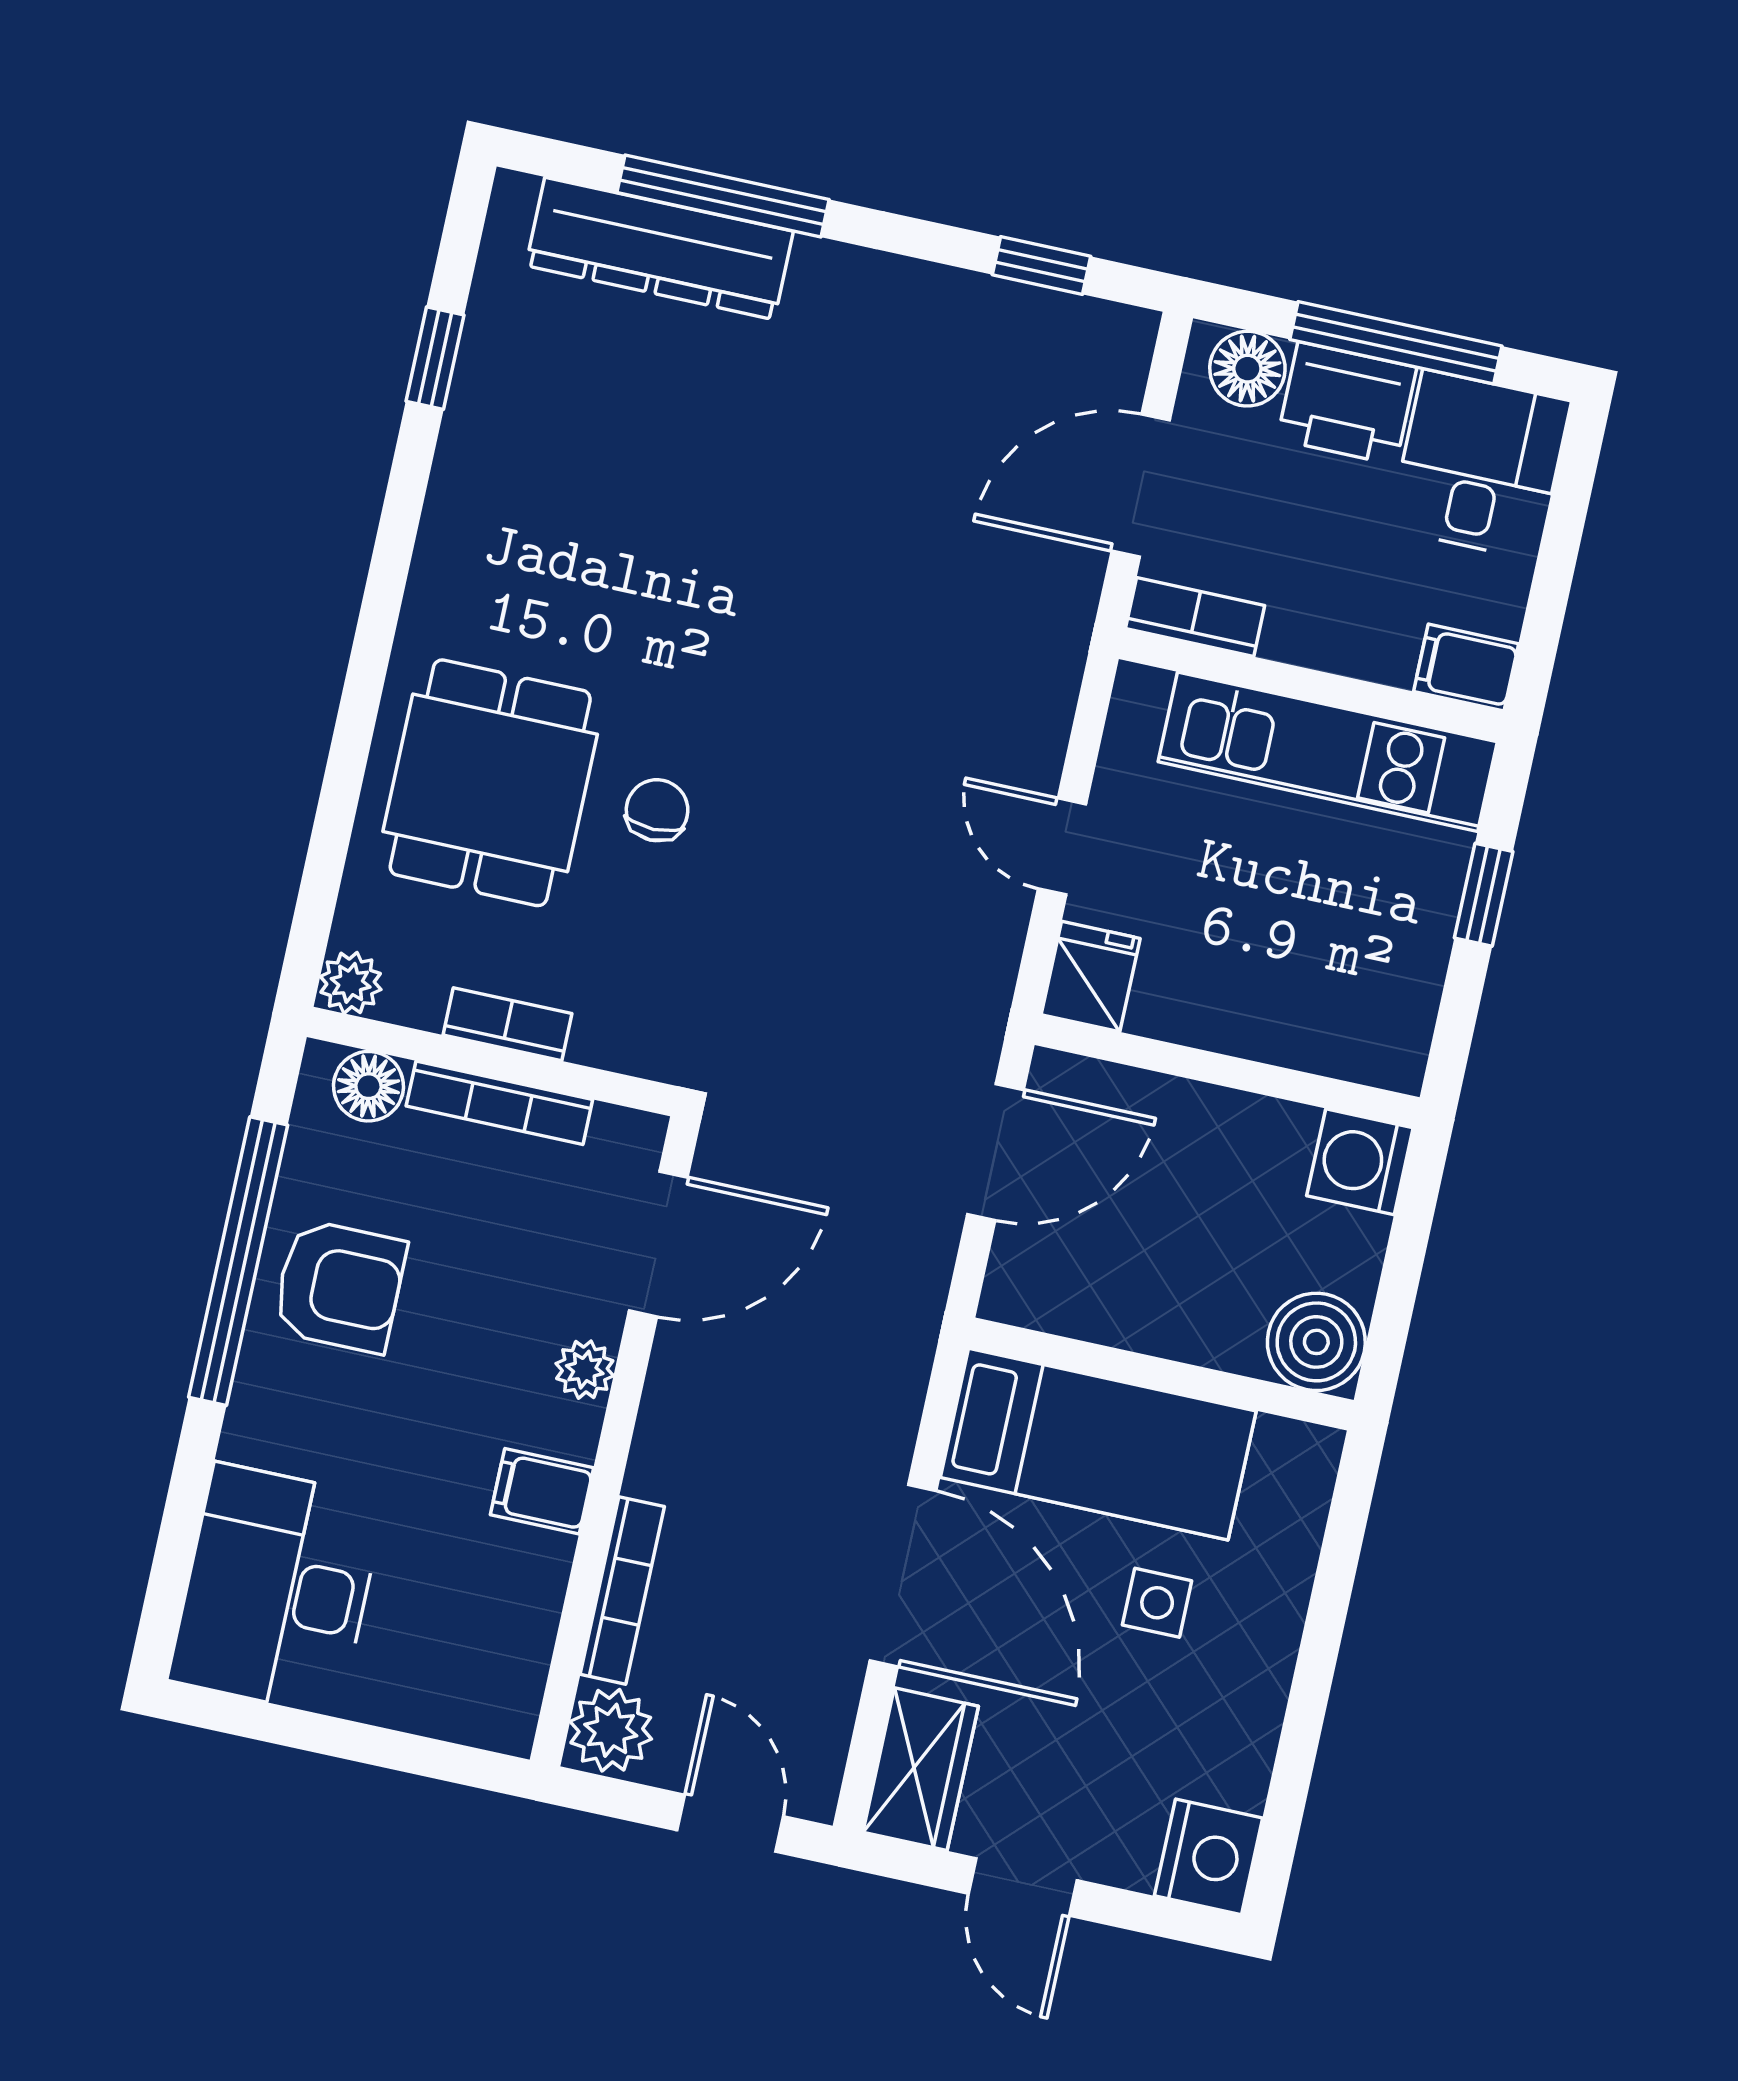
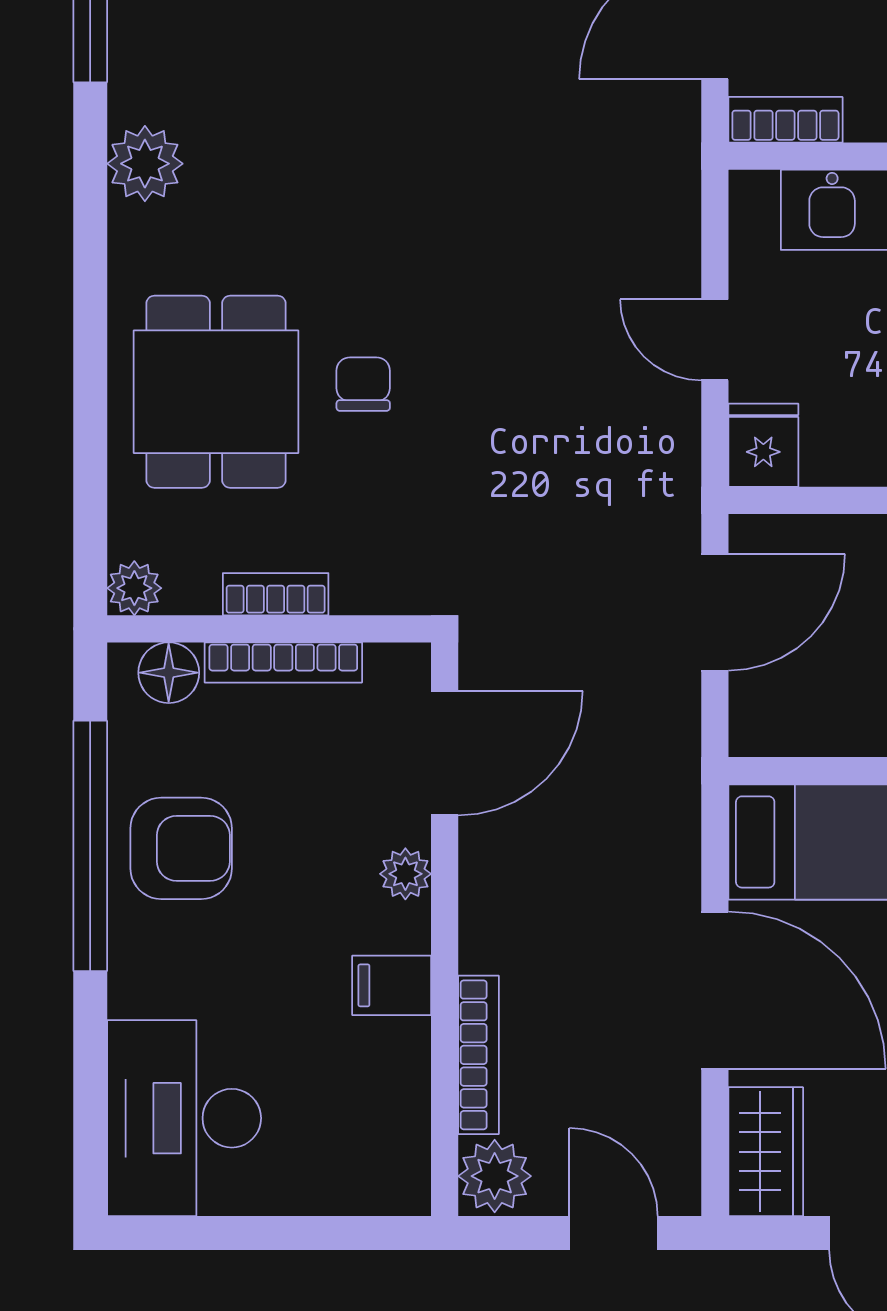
plant: (466, 510) -> (145, 164), added

